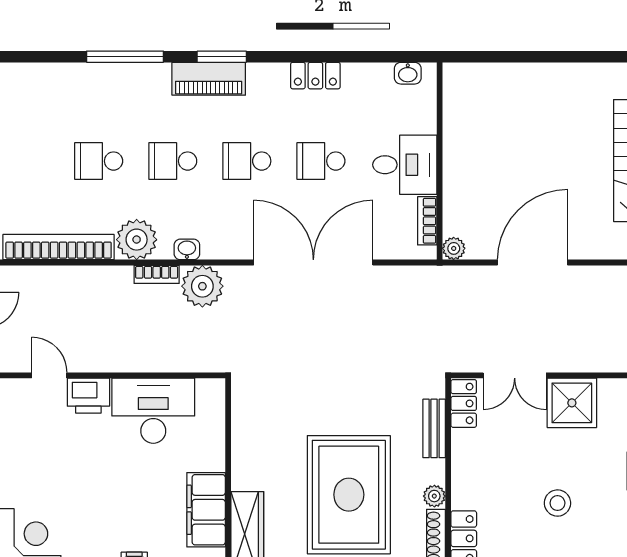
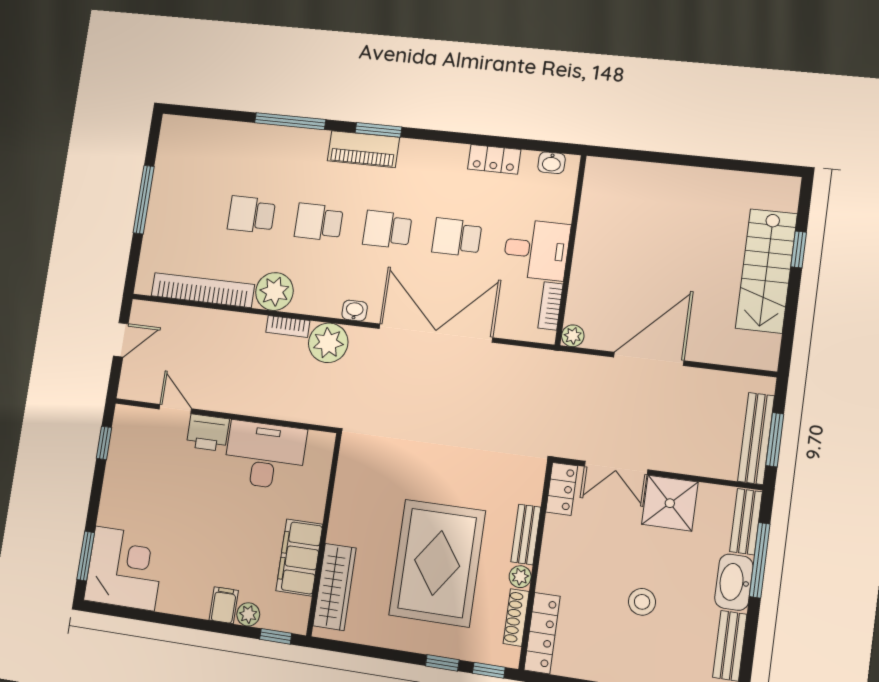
locker: (315, 76) -> (494, 159), moved
washbasin: (187, 249) -> (355, 311), moved
bench: (434, 428) -> (526, 534), moved

